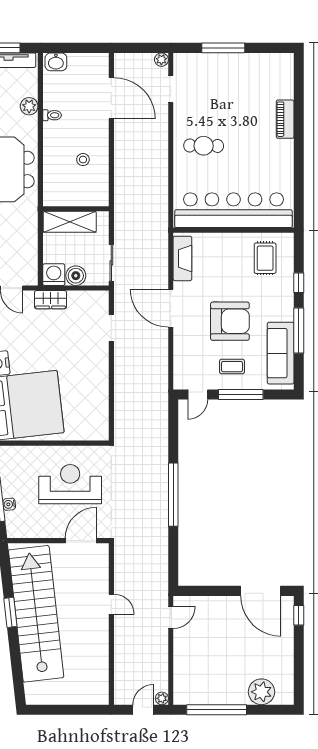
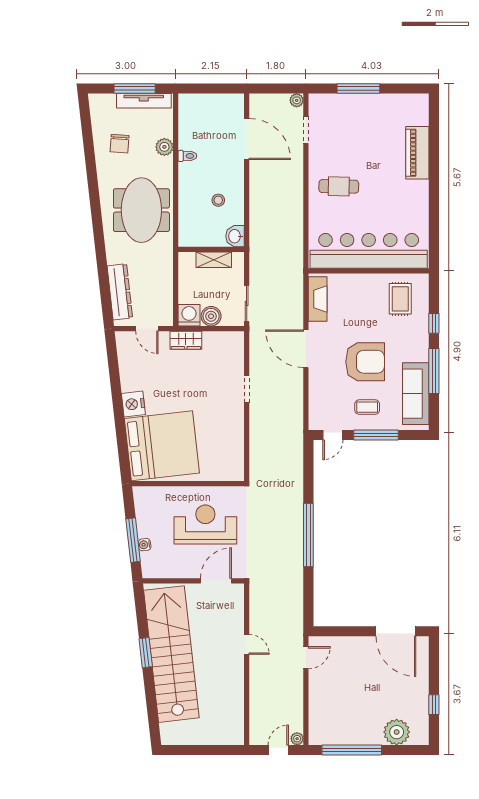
washbasin: (56, 62) -> (235, 236), moved, turned 90
piano: (285, 119) -> (417, 153), width x1.37, depth x1.33
shelving: (70, 222) -> (214, 260), width x0.67, depth x0.75
doorway: (111, 328) -> (247, 389), moved
window: (299, 615) -> (434, 705), moved

